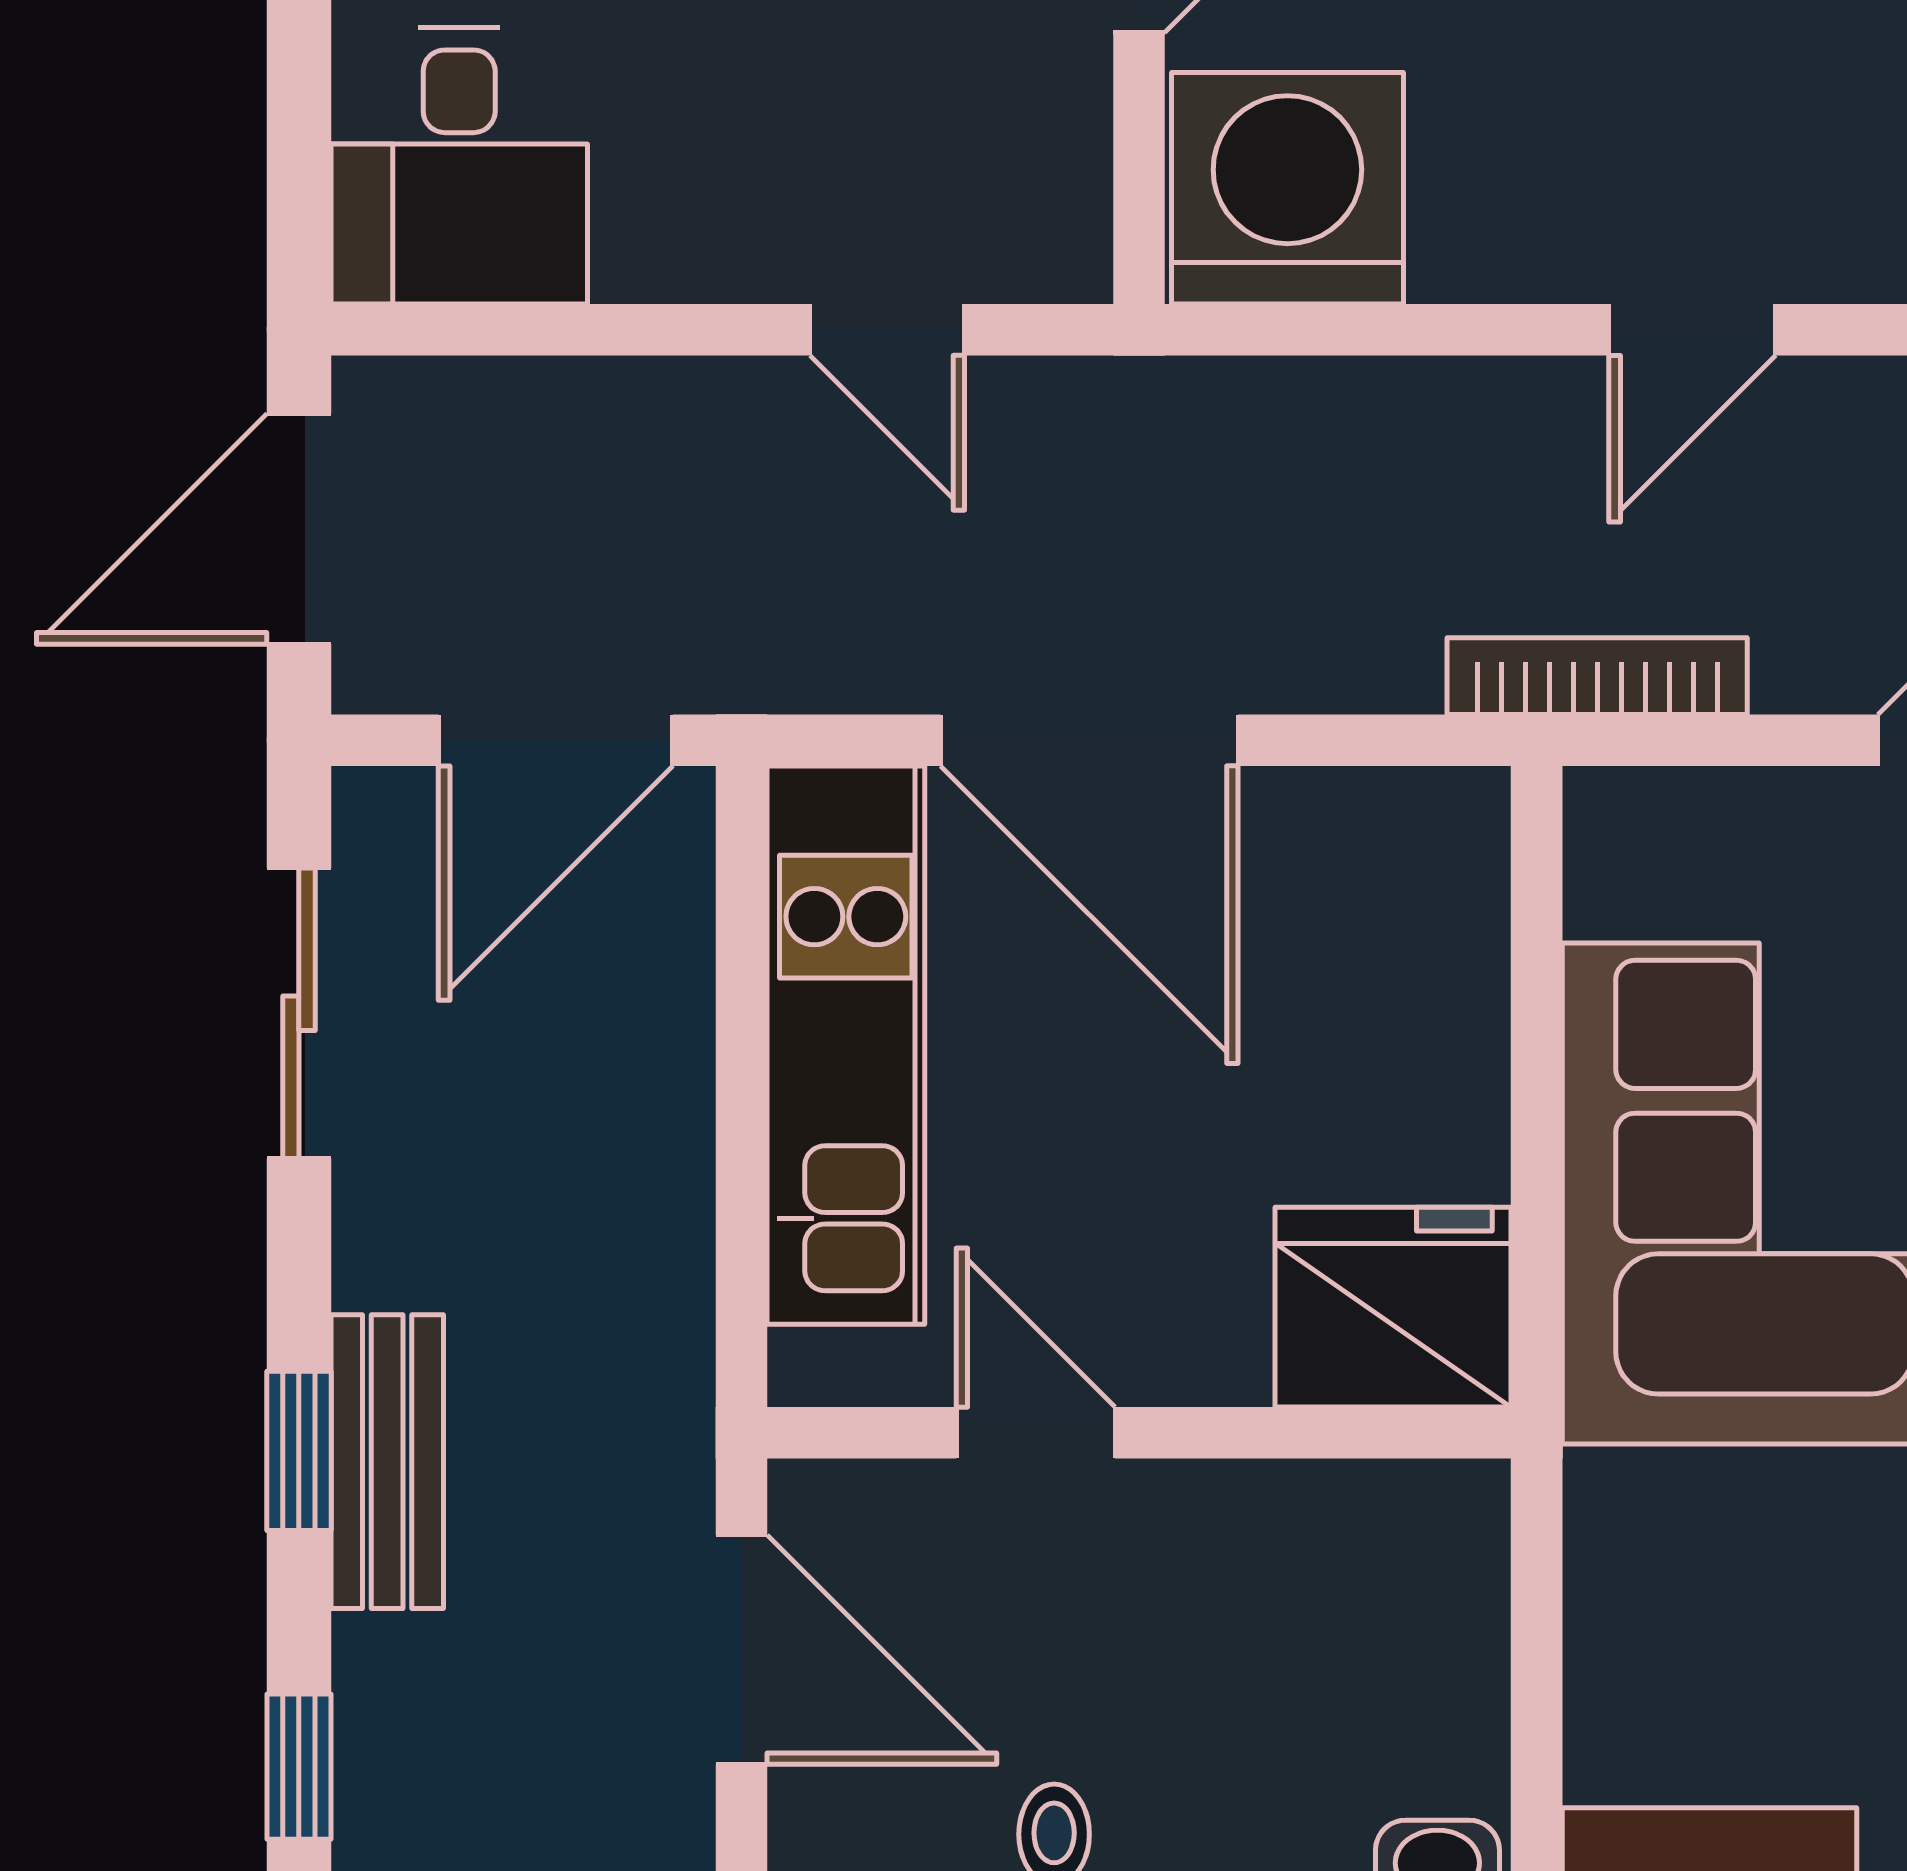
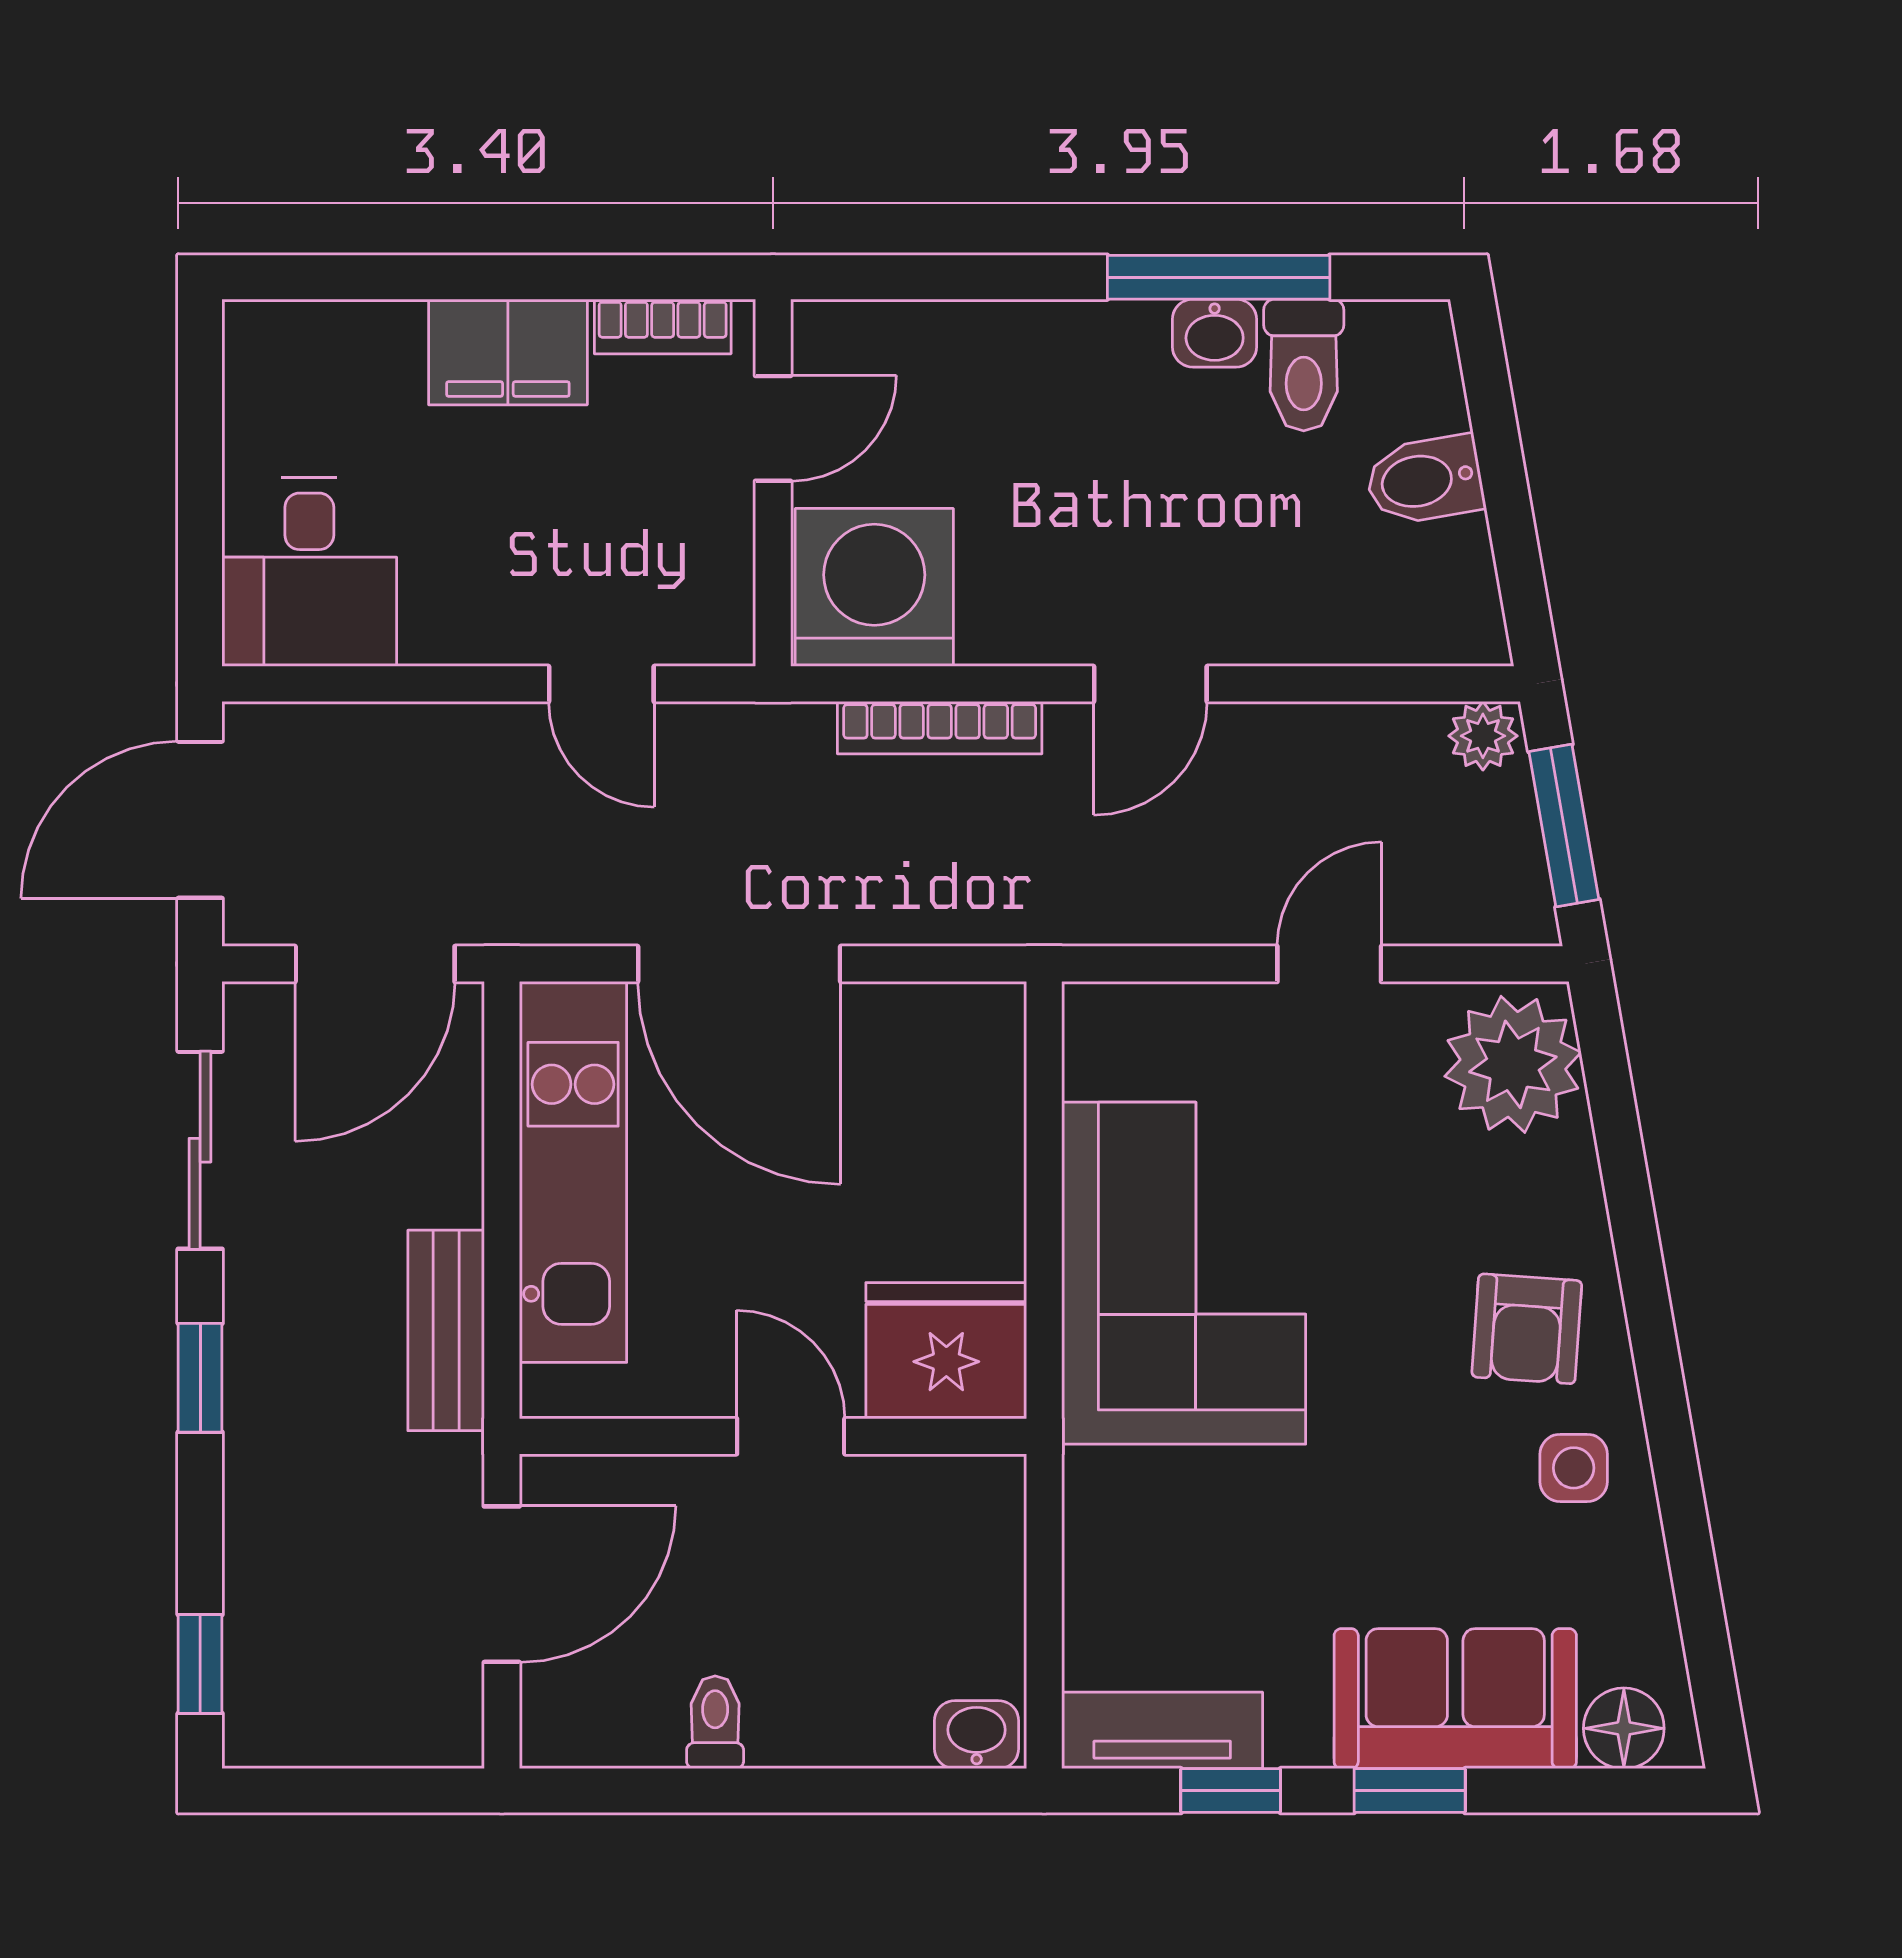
bookcase: (1597, 676) -> (940, 728), moved, turned 180
door: (1036, 1433) -> (791, 1436), moved
window: (299, 1451) -> (200, 1378), moved
bench: (387, 1462) -> (446, 1330), moved
door: (741, 1650) -> (502, 1584), hinge flipped

